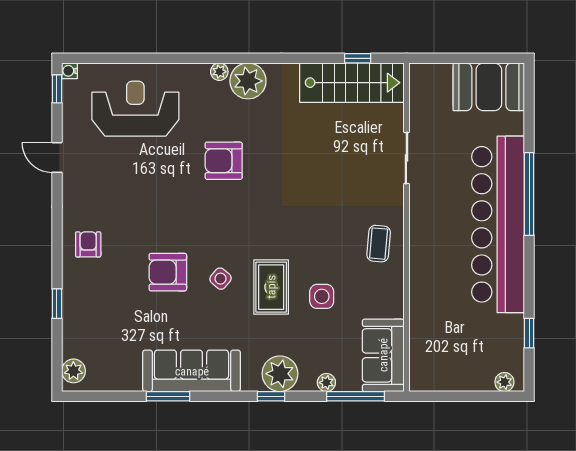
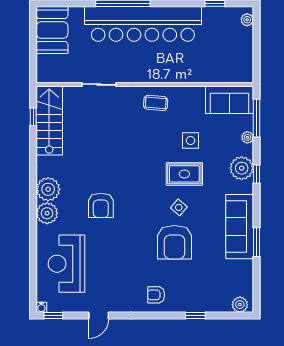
plant: (219, 72) -> (47, 213), width x1.88, depth x1.88
armchair: (168, 272) -> (174, 242), width x1.36, depth x1.36

